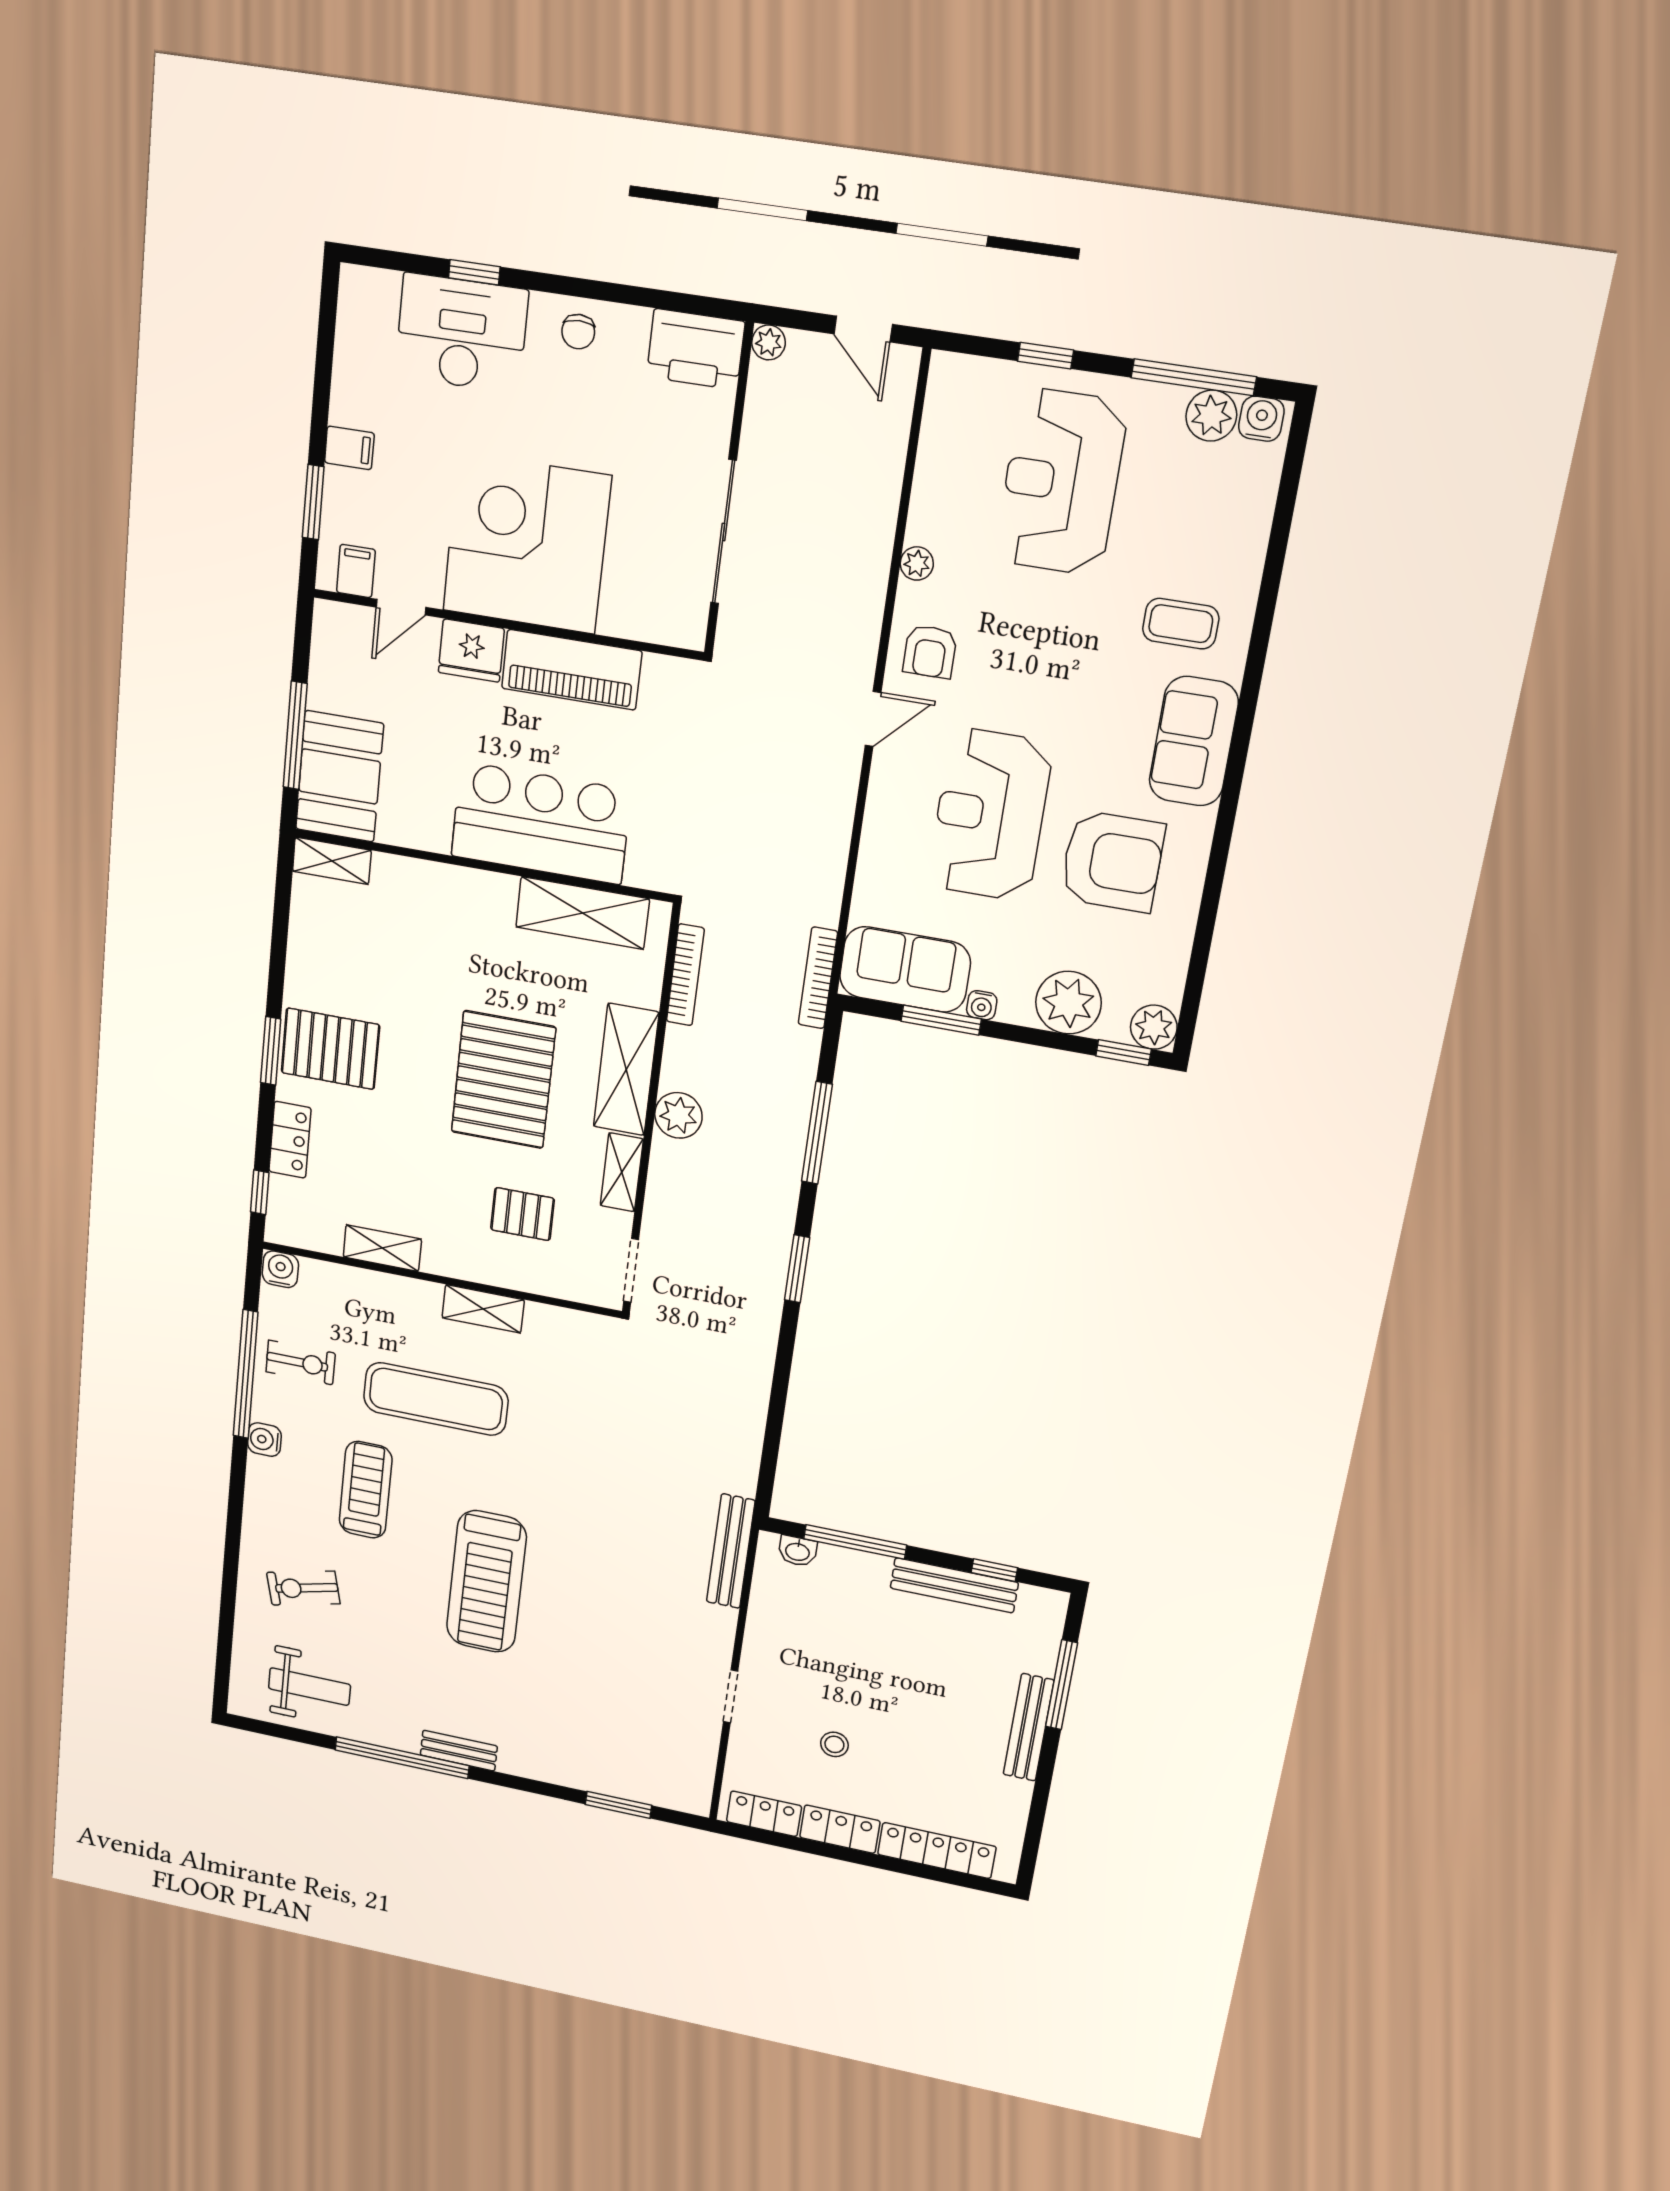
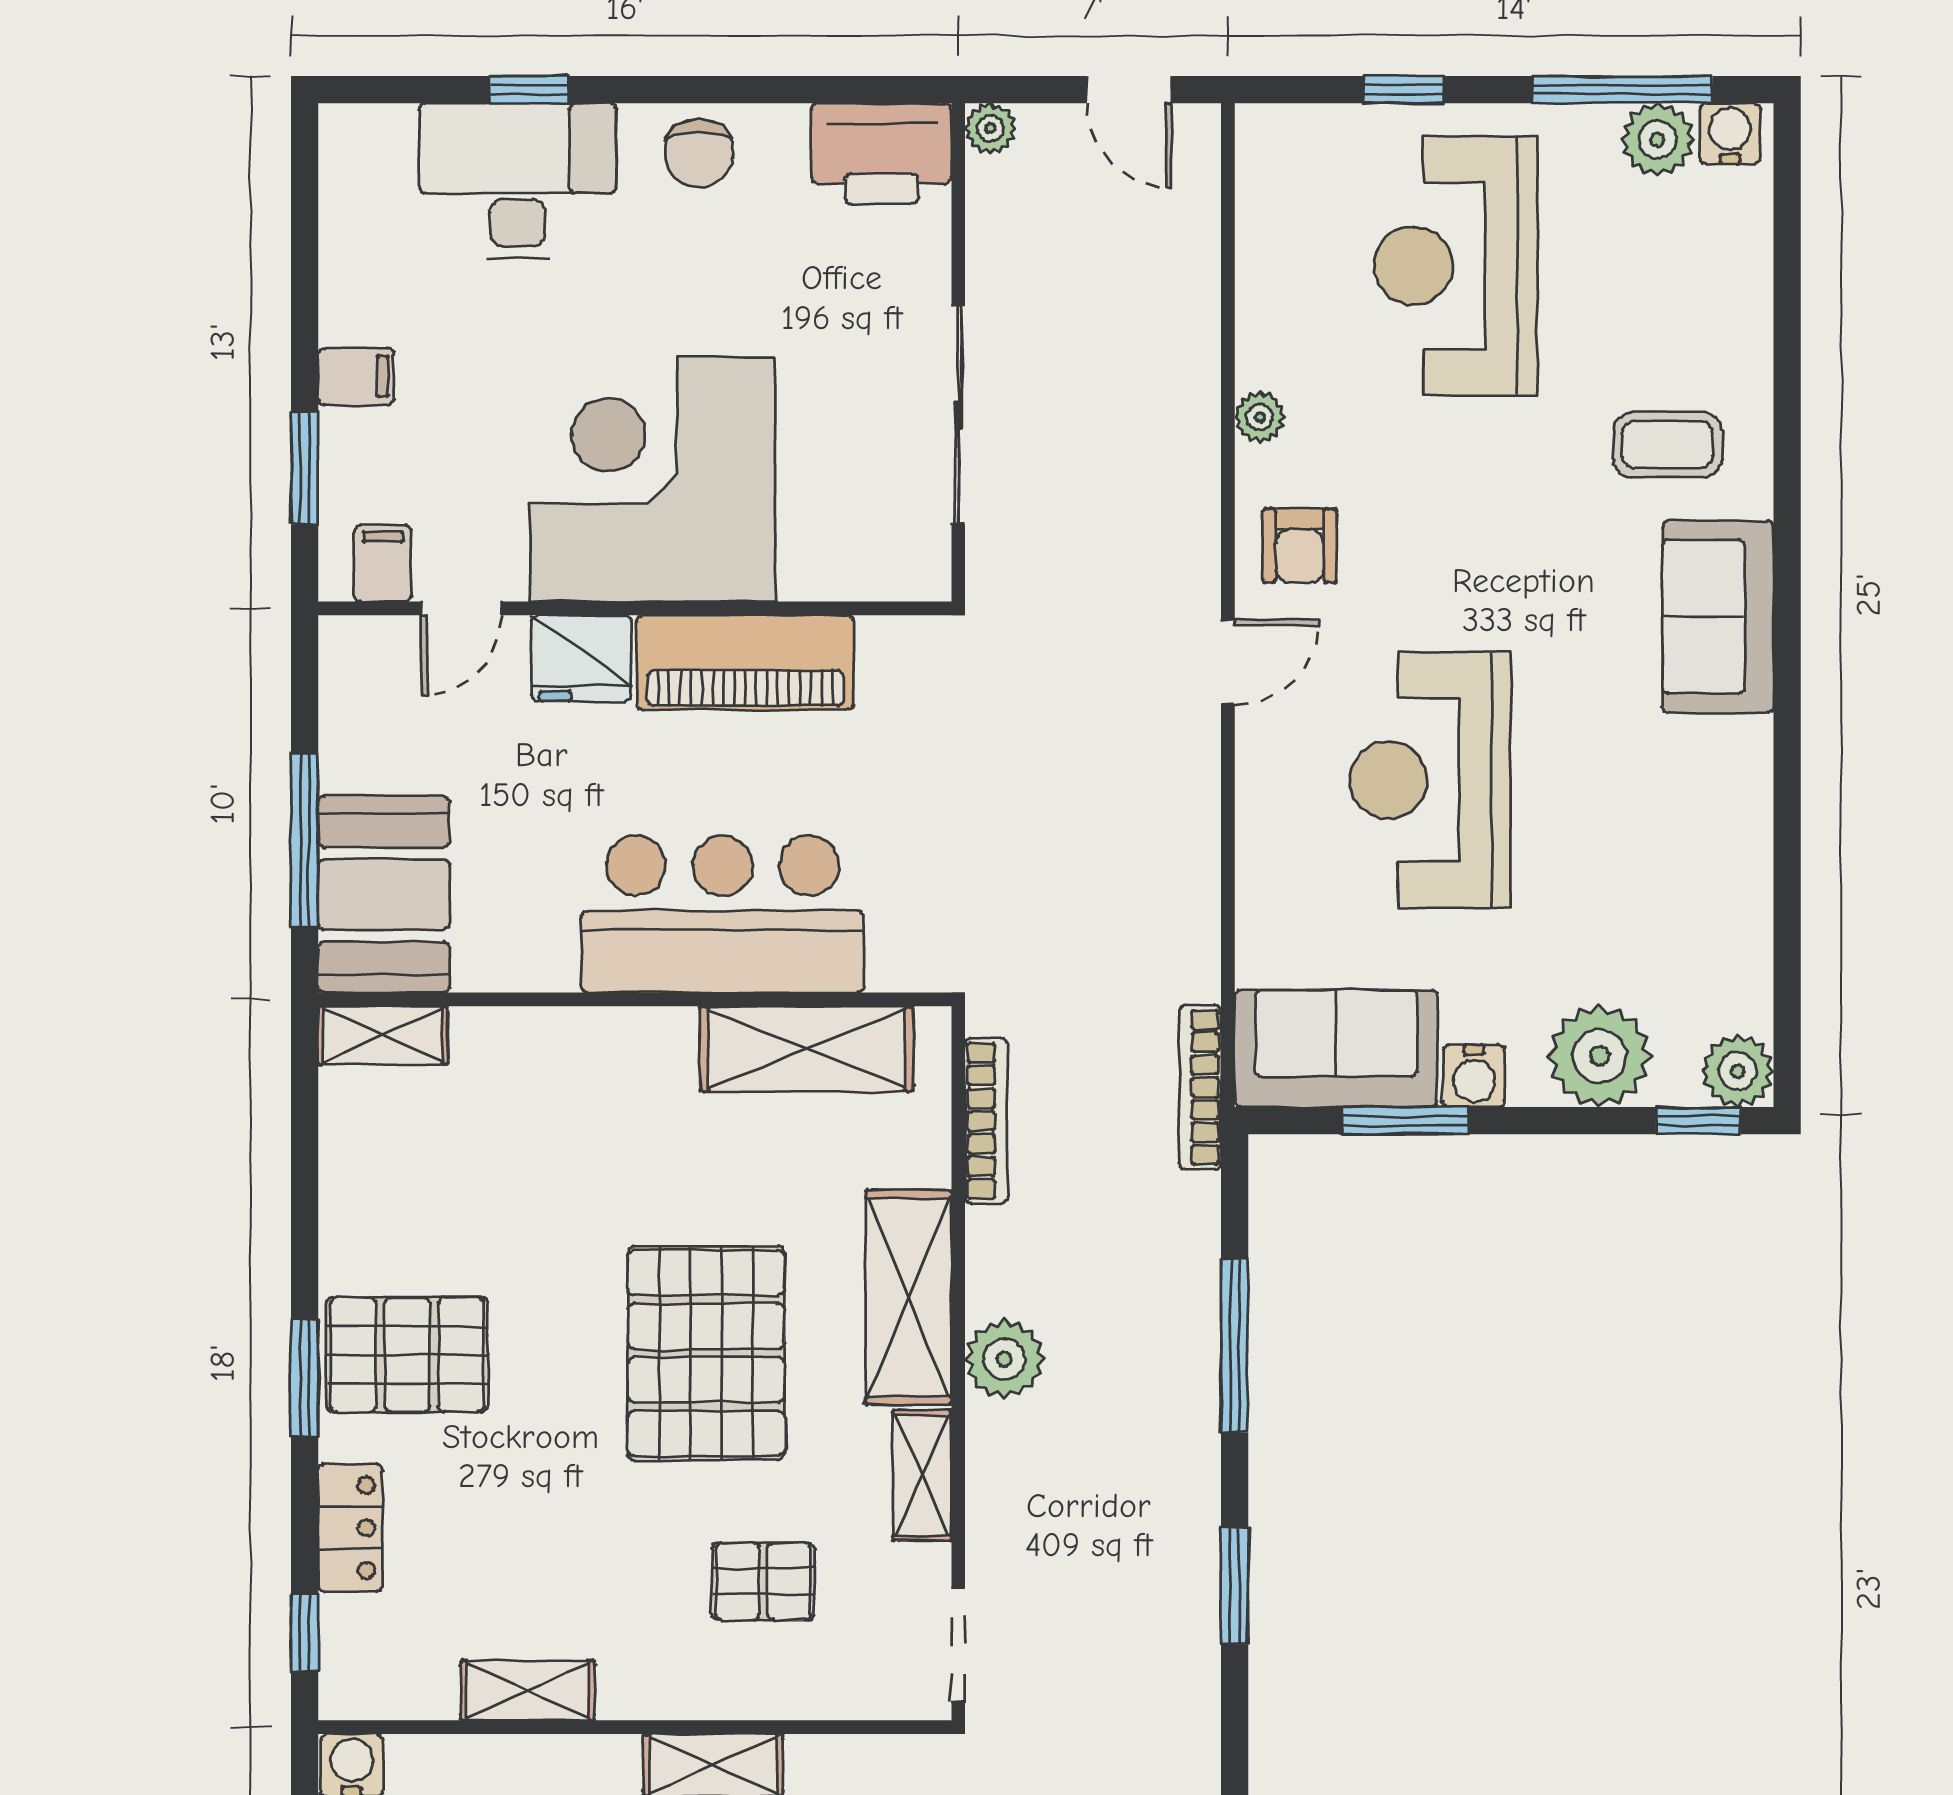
chair: (578, 332) -> (699, 153), width x1.37, depth x1.37
armchair: (1112, 861) -> (1629, 821), removed
water cooler: (982, 1005) -> (1474, 1076), width x1.38, depth x1.38

